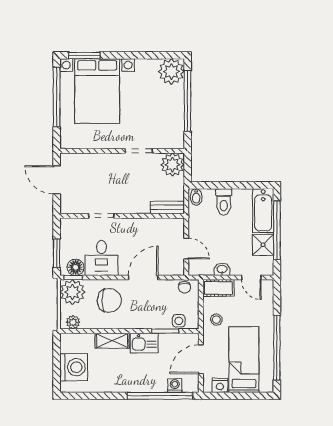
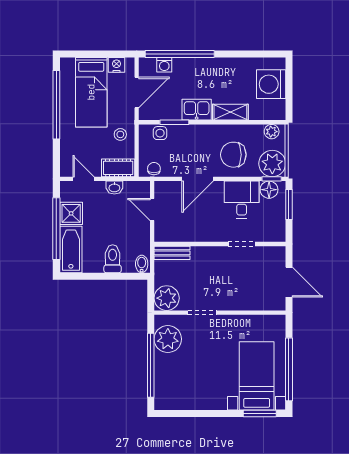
plant: (171, 71) -> (168, 339), moved
bed with nightstands: (97, 91) -> (257, 376), width x0.73

